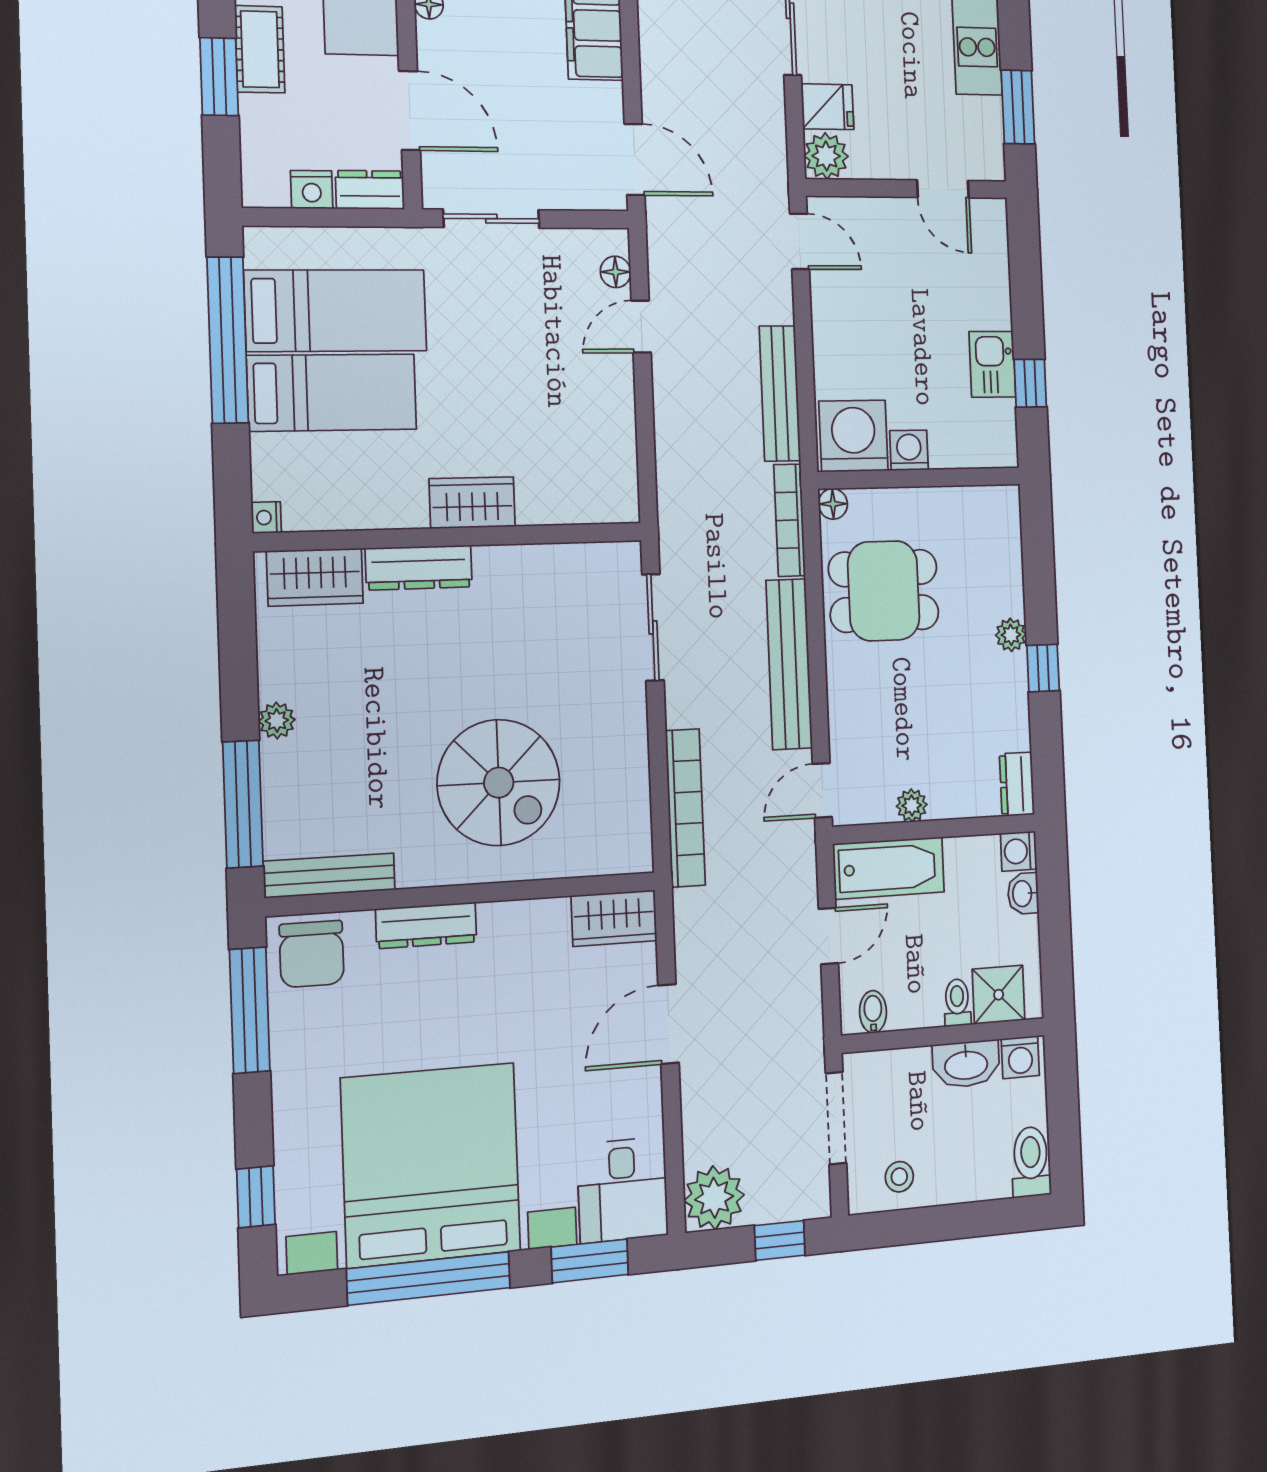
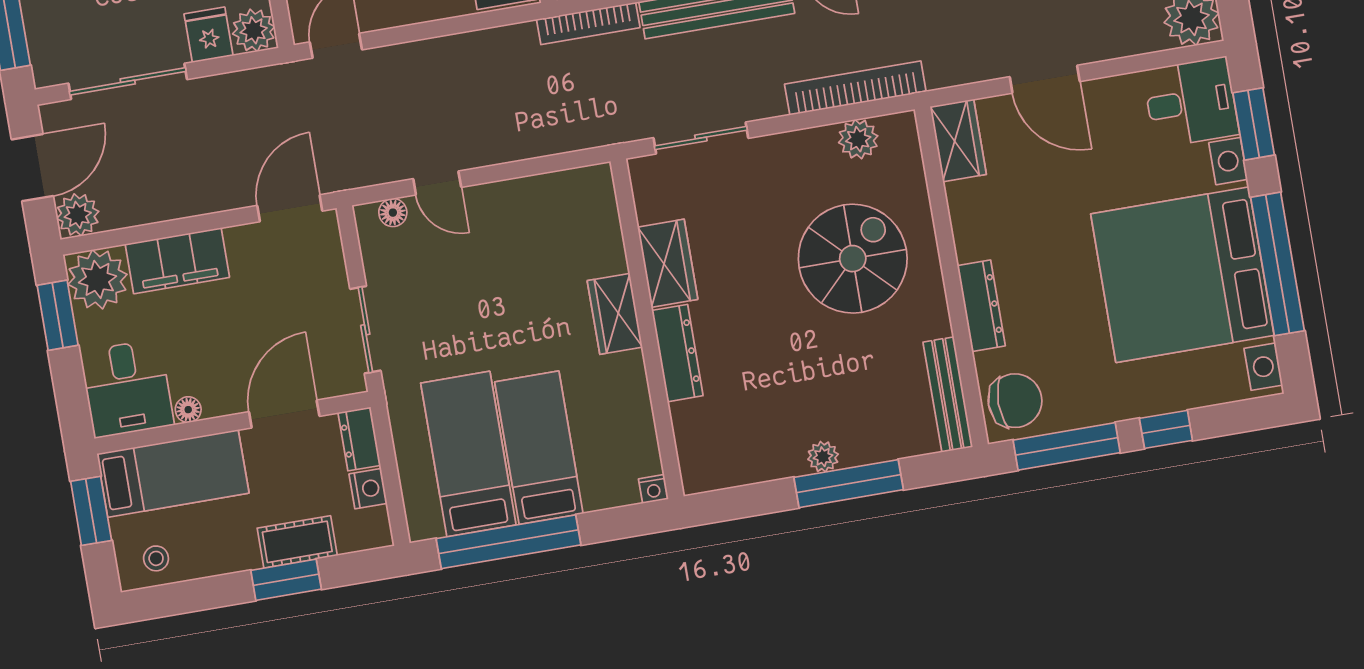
cot: (260, 49) -> (297, 542), moved
bench: (780, 394) -> (476, 47), removed
wardrobe: (315, 577) -> (668, 263), moved
window: (243, 804) -> (849, 484), moved
plant: (630, 805) -> (858, 139), added
window: (256, 1197) -> (1166, 429), moved

